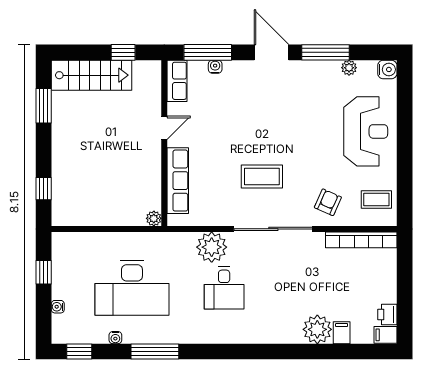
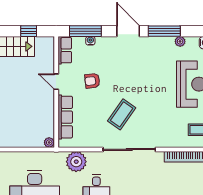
door: (164, 128) -> (56, 82), swing flipped
coffee table: (262, 177) -> (122, 114), turned -55
armchair: (328, 202) -> (92, 81), moved, turned -121
plant: (212, 247) -> (76, 162), moved

